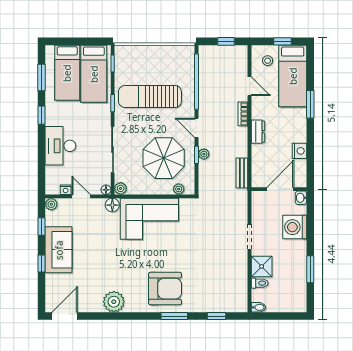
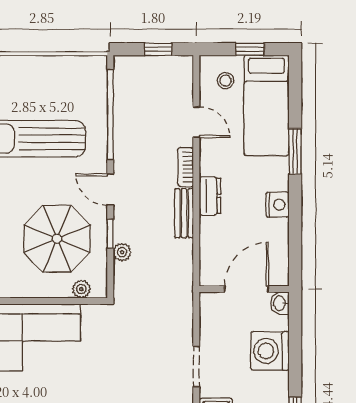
nightstand: (299, 151) -> (277, 205), moved
plant: (204, 154) -> (122, 252), moved
bench: (242, 173) -> (184, 213), moved

